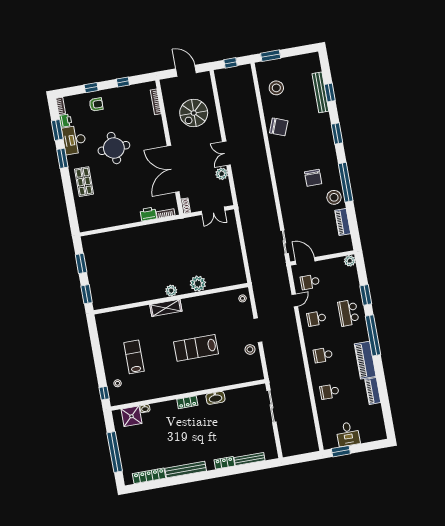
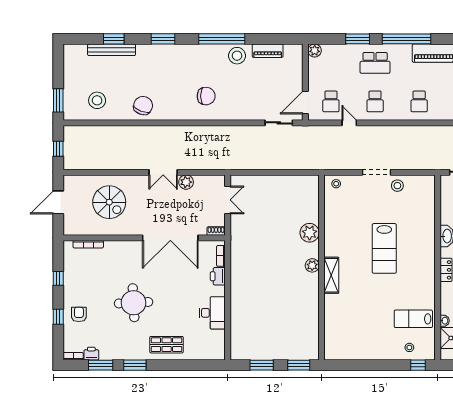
desk: (74, 140) -> (212, 313), moved, turned -90
chair: (313, 178) -> (206, 96), moved
lab bench: (134, 357) -> (413, 319), moved

